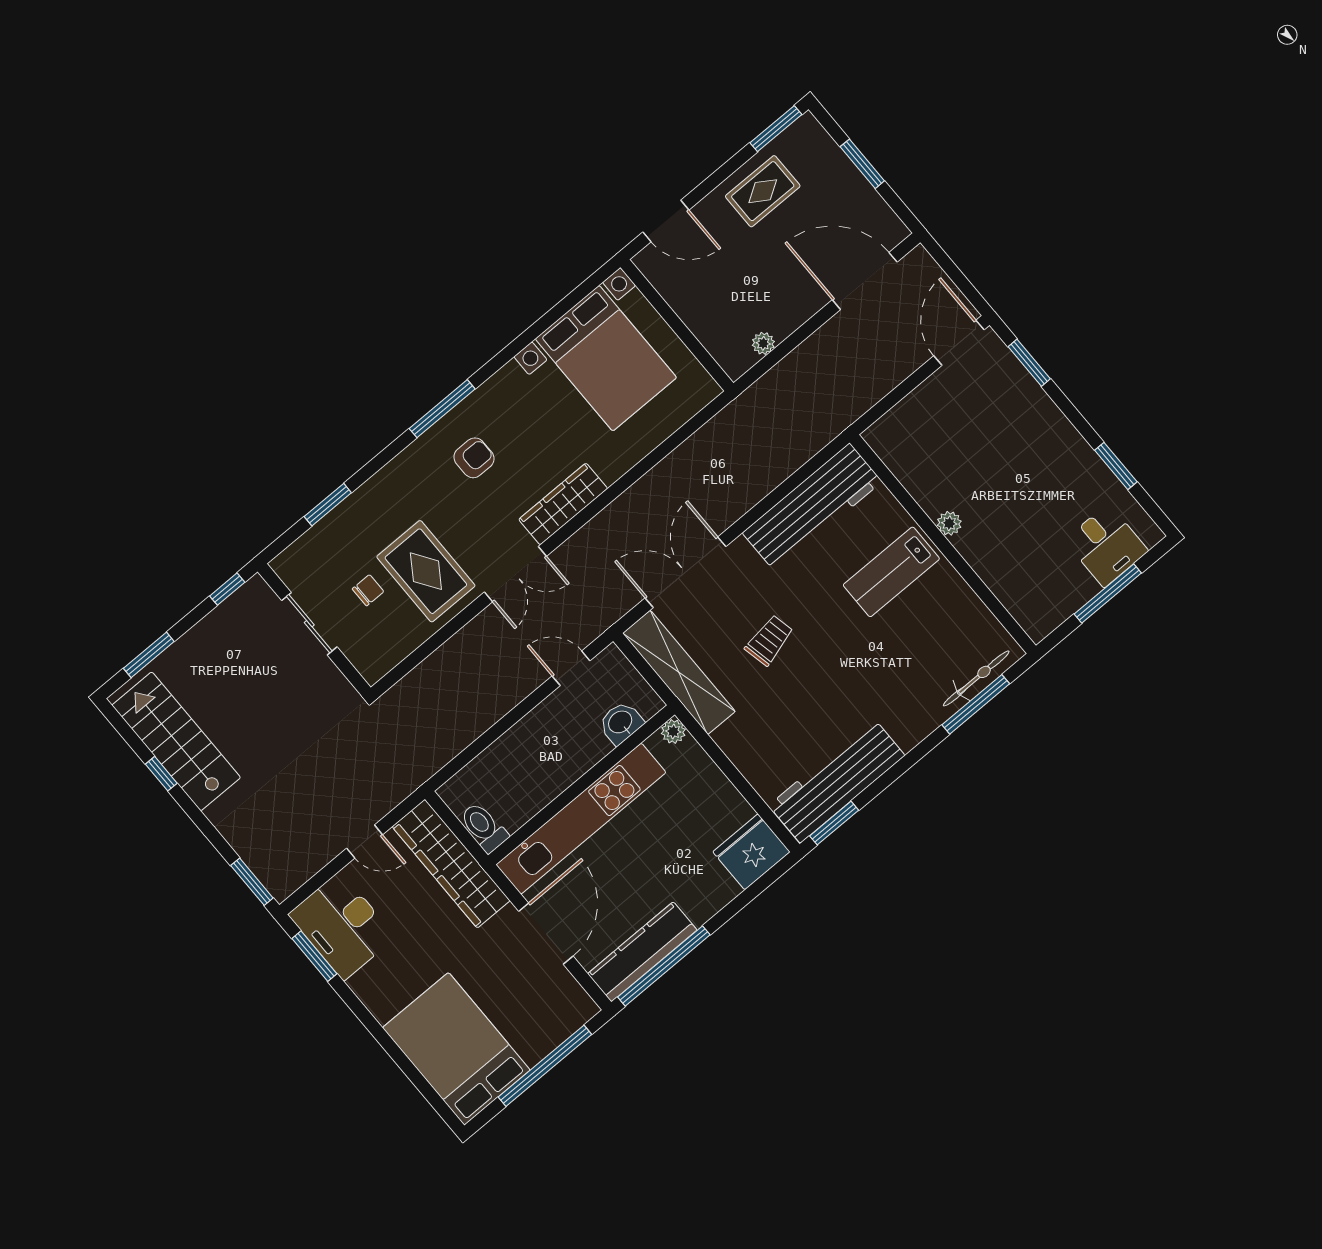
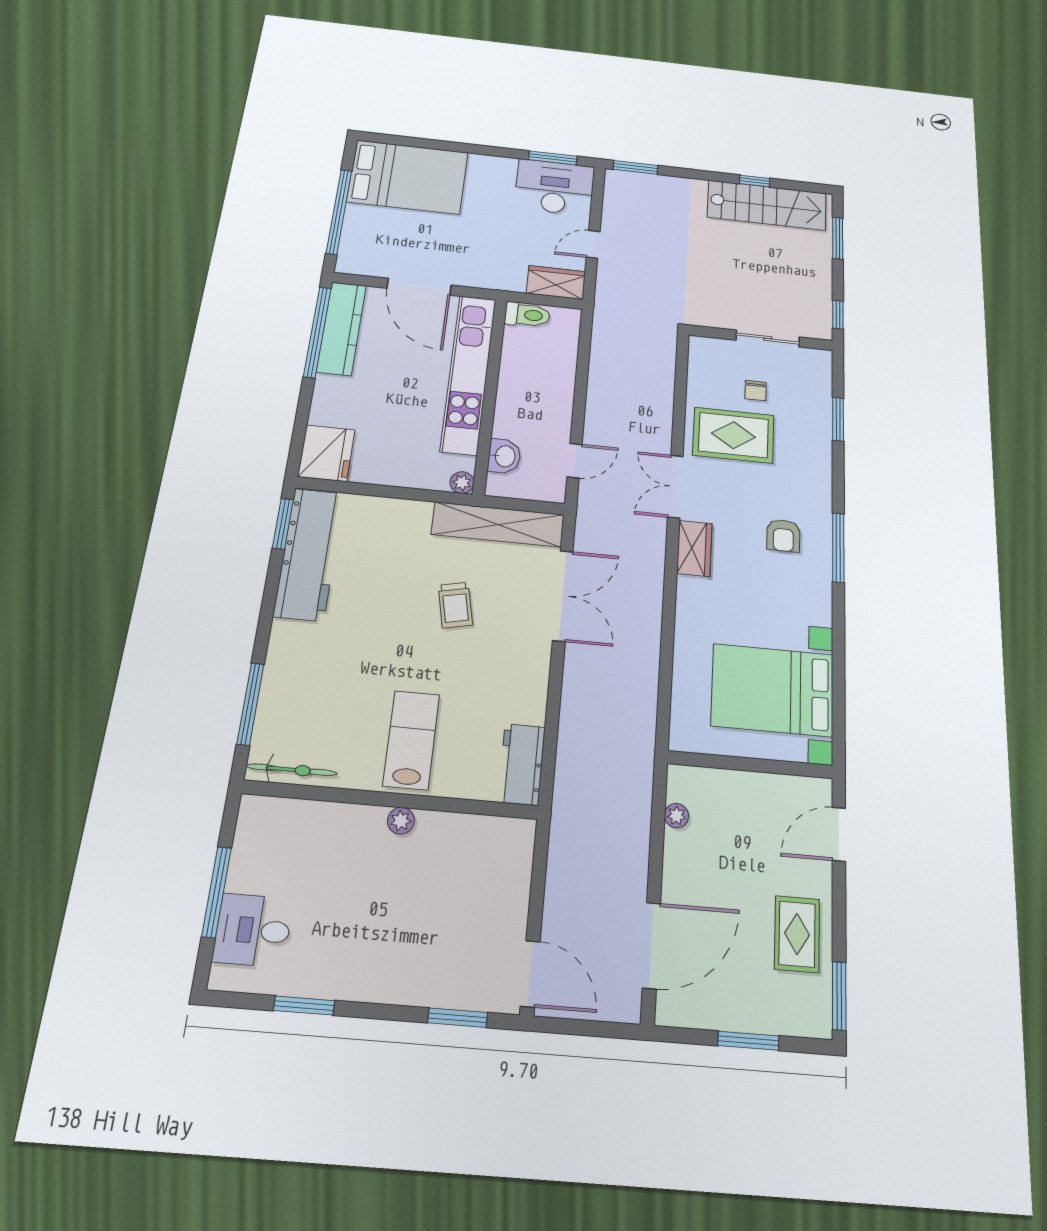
wardrobe: (563, 504) -> (694, 548), width x0.67
workbench: (812, 507) -> (522, 764), width x0.53, depth x0.76
bicycle: (976, 678) -> (292, 770), moved, turned -90
wardrobe: (451, 864) -> (556, 282), width x0.48, depth x0.85

